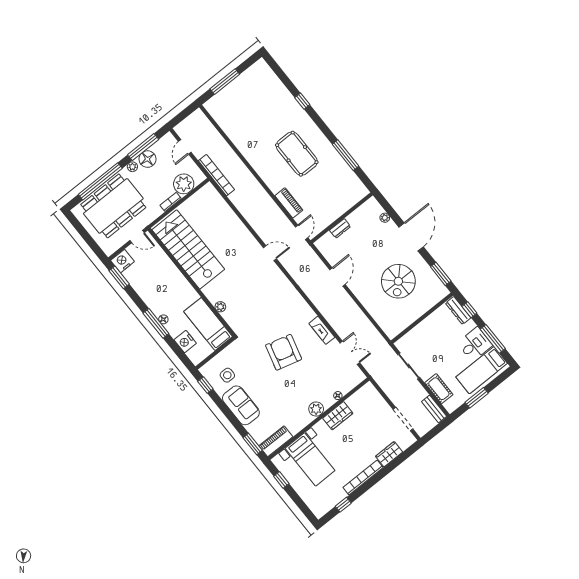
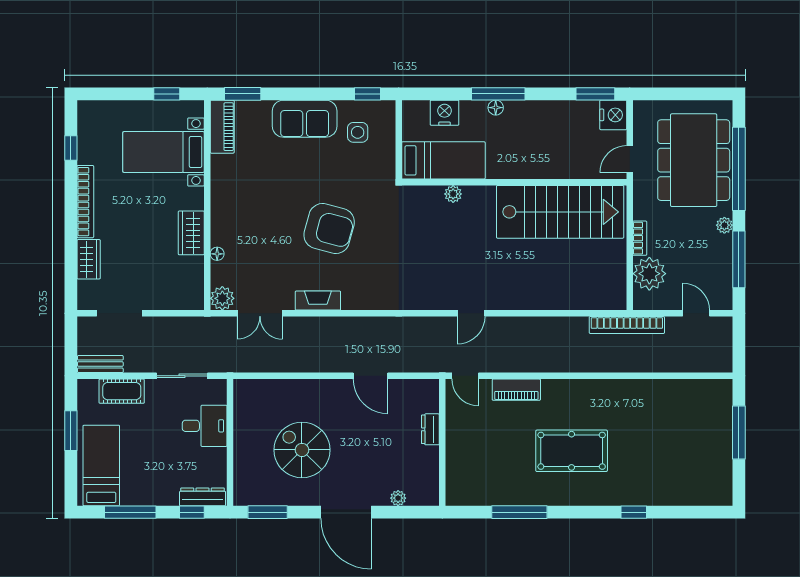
floor lamp: (147, 159) -> (719, 253), removed
desk: (475, 344) -> (205, 426), moved, turned -90
plant: (316, 409) -> (222, 298), moved

